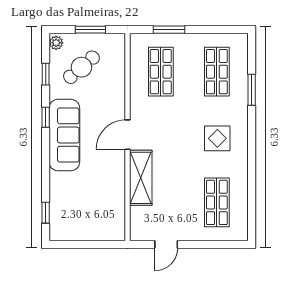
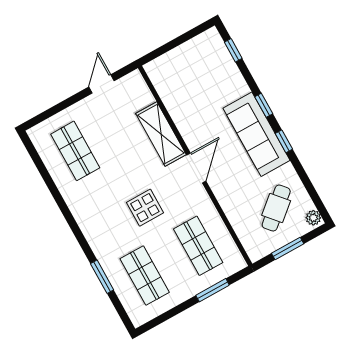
window: (46, 74) -> (264, 105), moved
display table: (217, 138) -> (145, 208), moved

